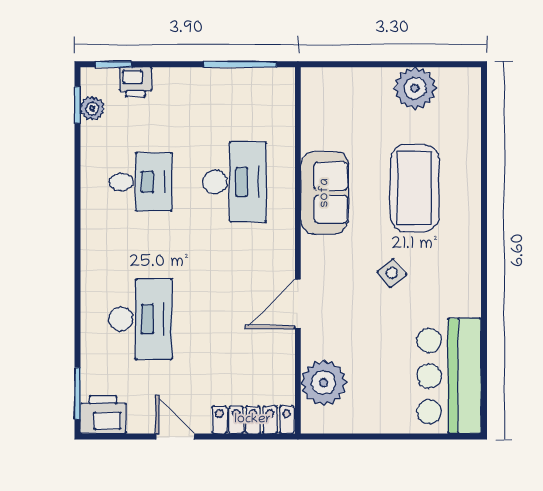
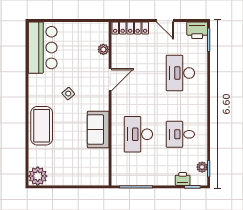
plant: (415, 88) -> (38, 176), moved
coffee table: (415, 188) -> (42, 126), moved
plant: (324, 383) -> (103, 49), width x0.53, depth x0.53

